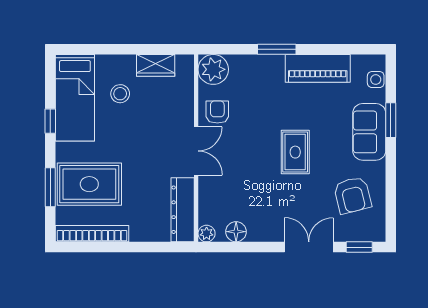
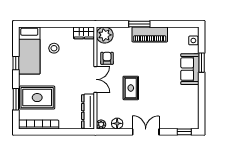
wardrobe: (156, 65) -> (84, 33), moved
piano: (318, 68) -> (150, 34), moved
rug: (295, 152) -> (131, 88), moved
armchair: (353, 195) -> (181, 104), removed
double door: (309, 247) -> (146, 132), moved

